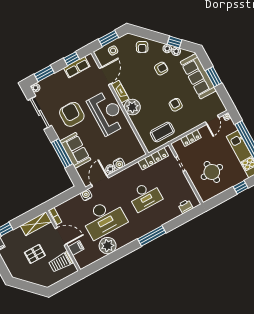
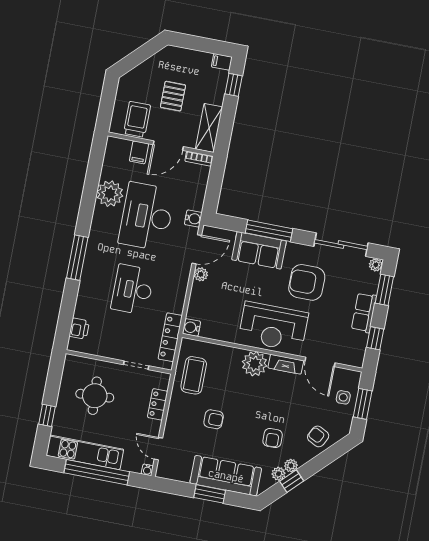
row of seats: (77, 67) -> (364, 313), moved
armchair: (72, 114) -> (307, 282), turned 180
water cooler: (119, 164) -> (191, 327), moved
door: (100, 181) -> (197, 249), hinge flipped

